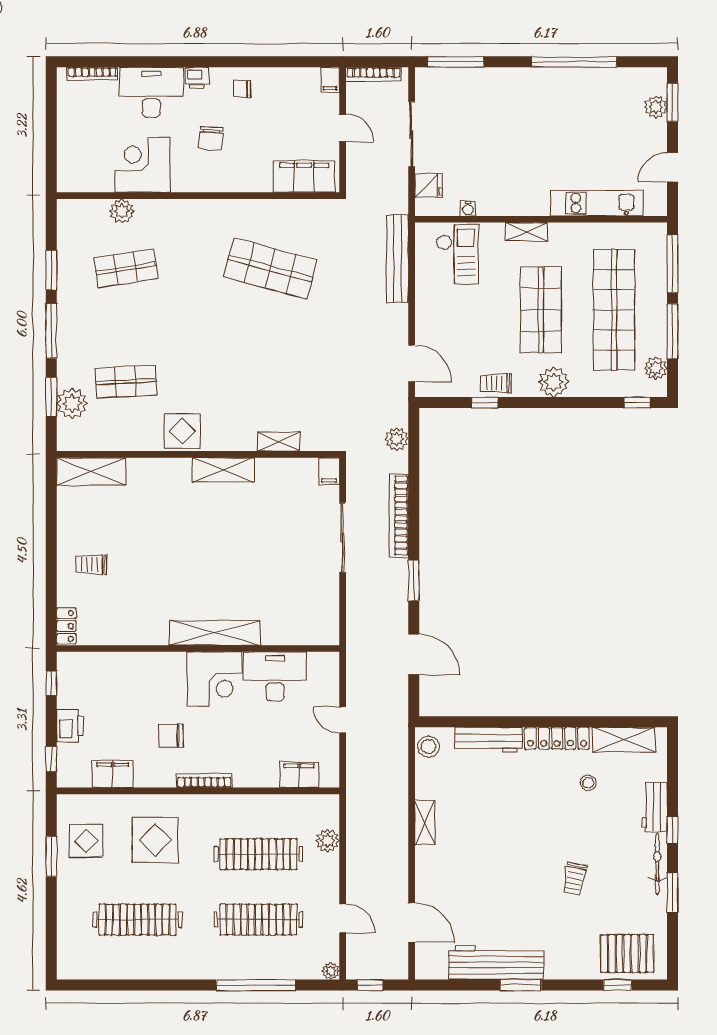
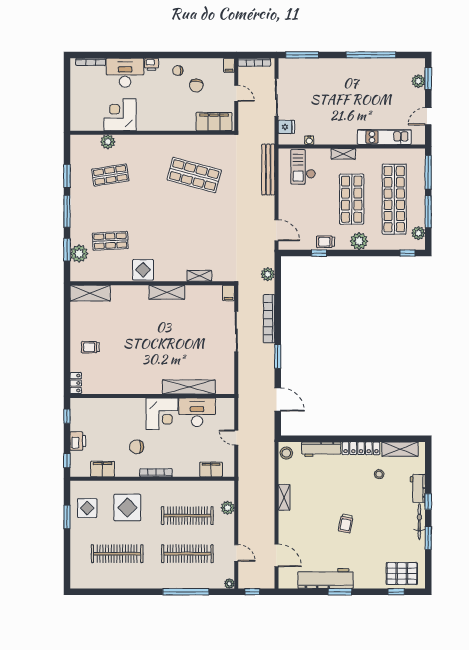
chair: (211, 138) -> (196, 85), moved
checkout: (457, 254) -> (303, 167), turned 180
shelving: (215, 633) -> (189, 387), moved
trolley: (575, 879) -> (346, 523), moved

